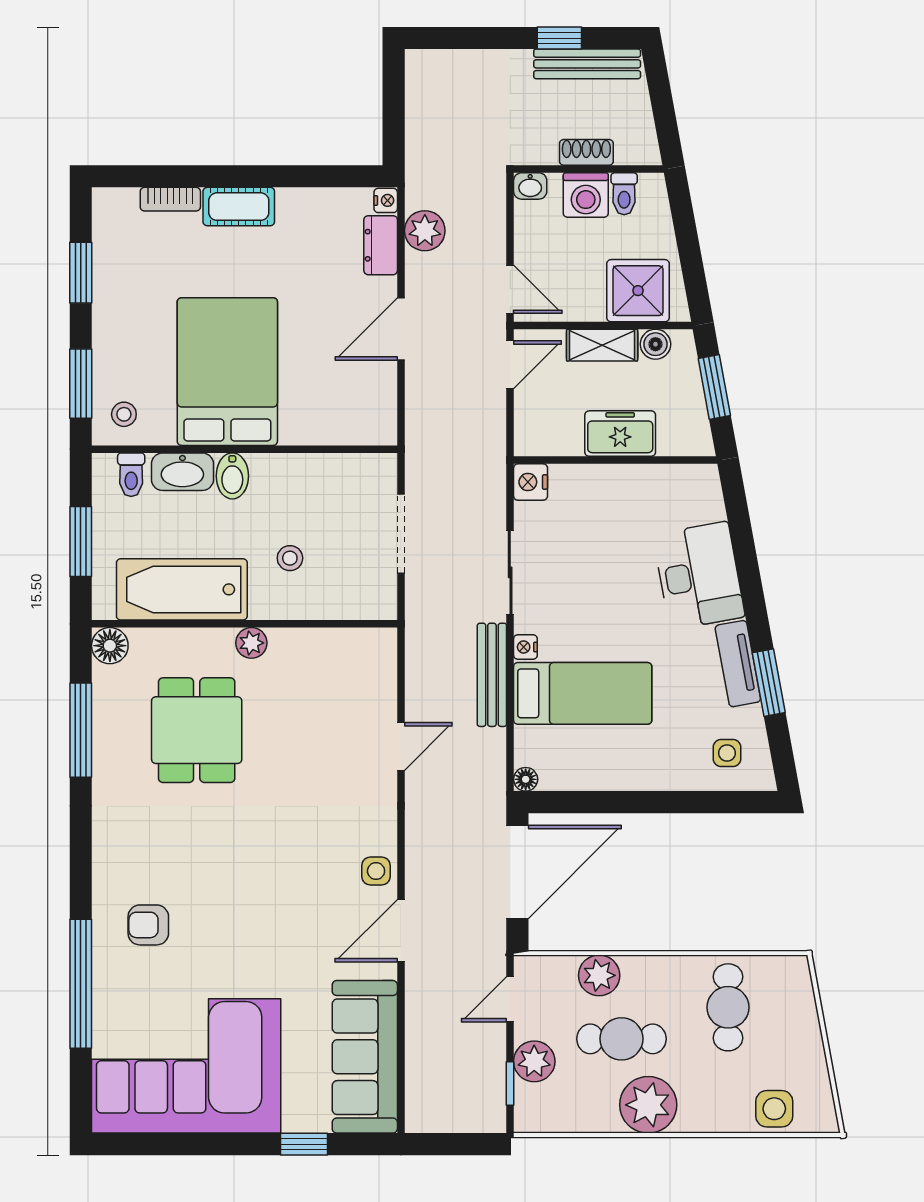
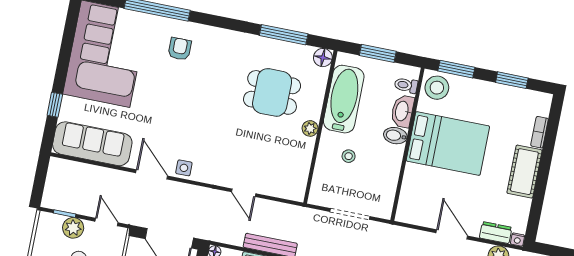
cot: (239, 207) -> (524, 172), width x1.37, depth x1.34
stool: (124, 414) -> (437, 88), width x1.89, depth x1.89

